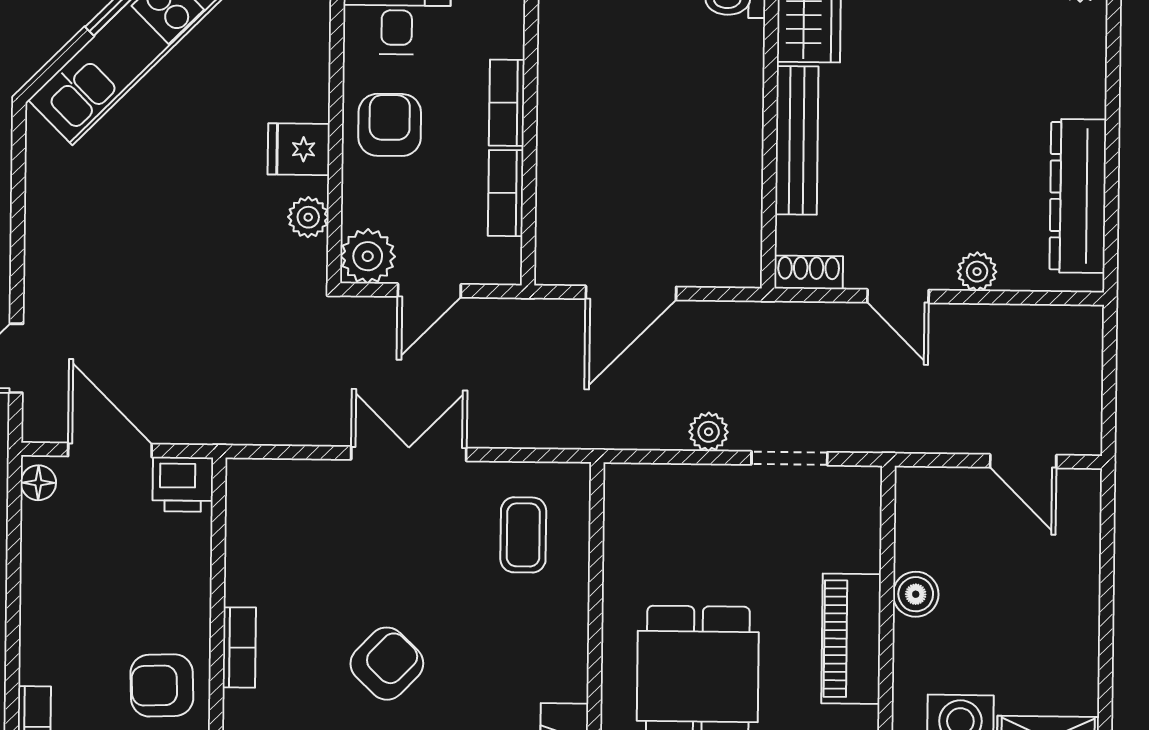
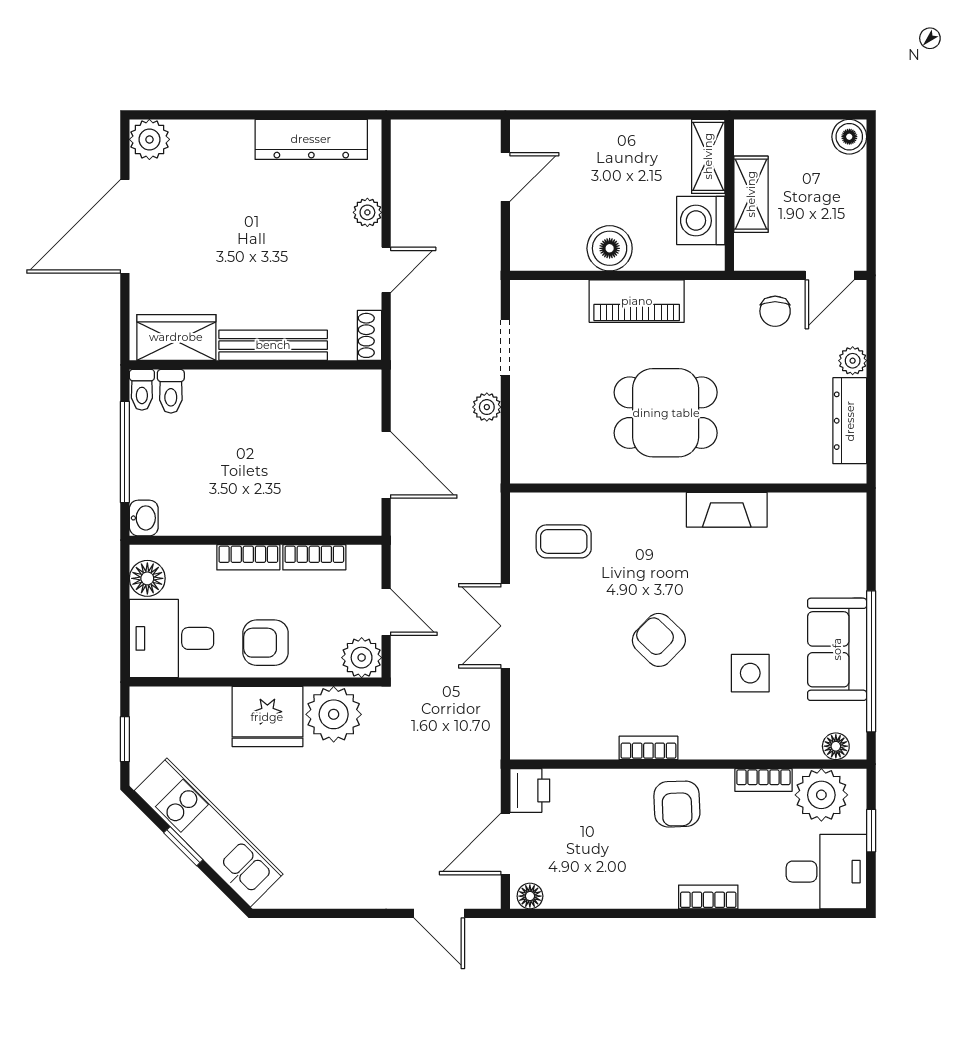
fridge: (299, 149) -> (267, 717), width x1.88, depth x1.34
plant: (308, 217) -> (334, 714), width x1.88, depth x1.88
boiler: (916, 594) -> (610, 248), width x1.36, depth x1.36

